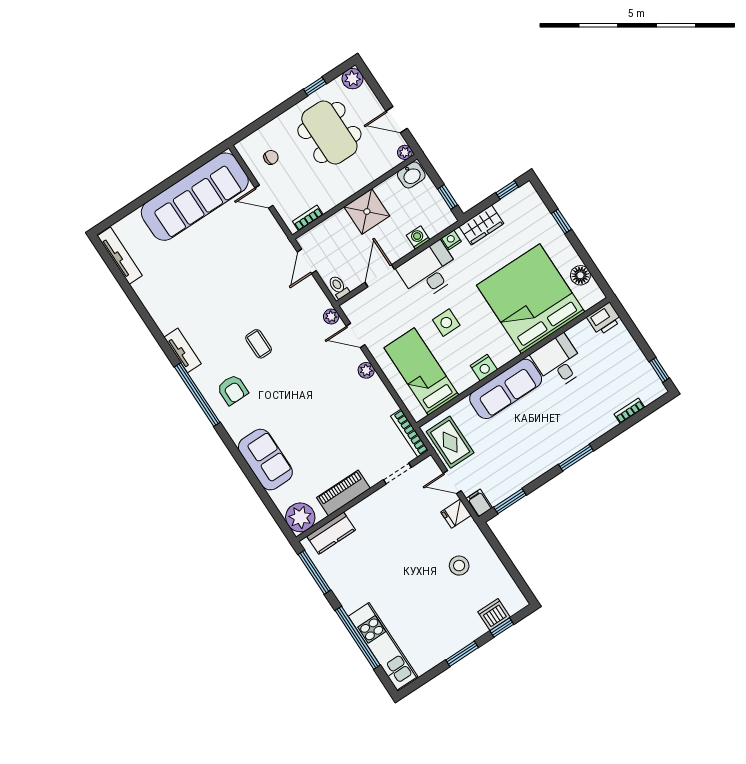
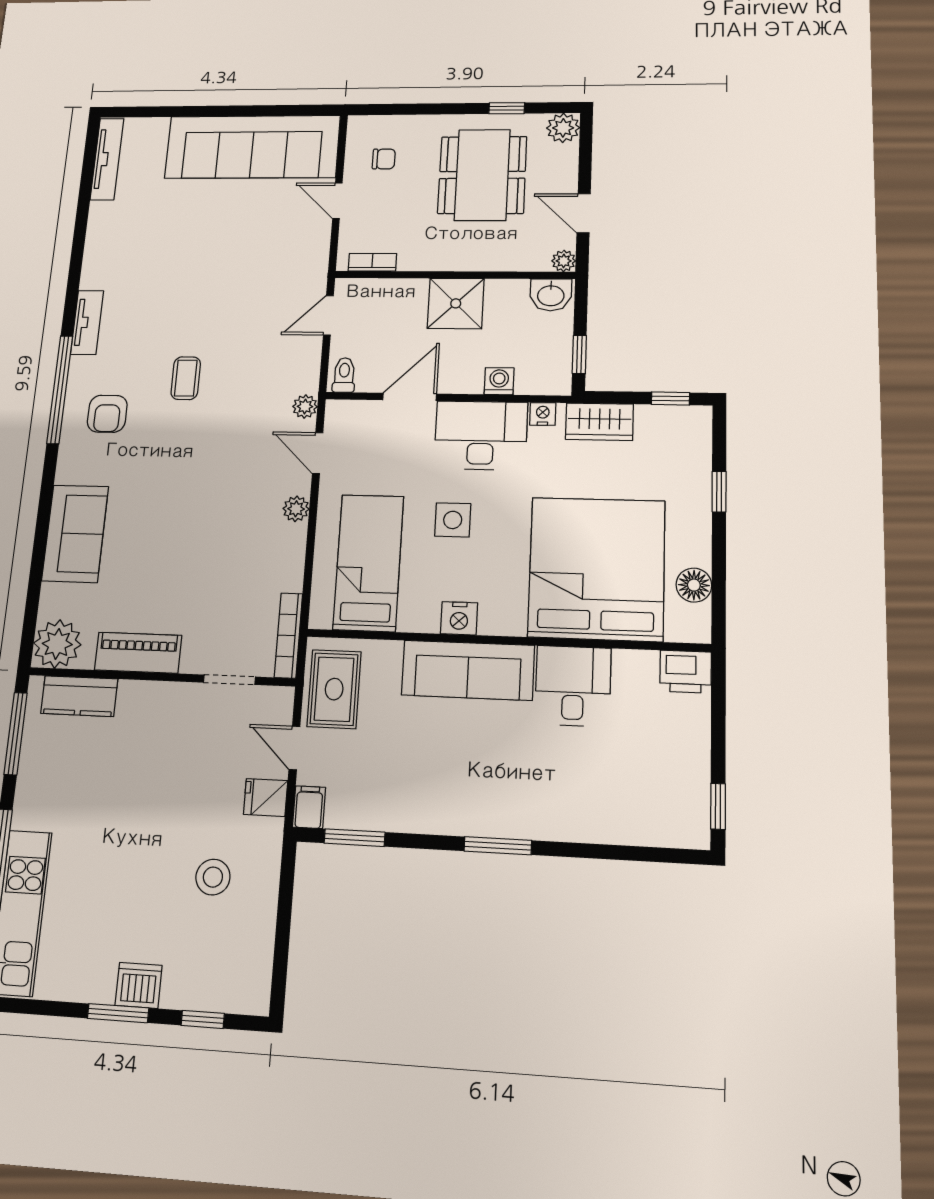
bookcase: (629, 411) -> (628, 835), removed
dishwasher: (494, 615) -> (139, 985), moved

